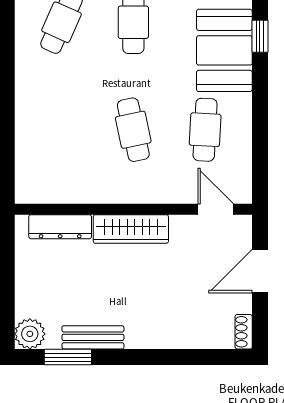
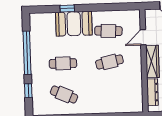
door: (216, 209) -> (143, 37), moved

